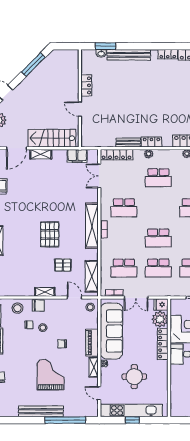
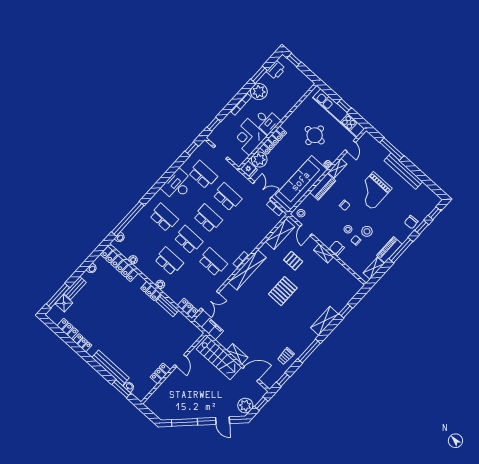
locker: (116, 155) -> (188, 308), width x0.66
school desk: (124, 268) -> (188, 240), moved
stool: (17, 308) -> (367, 231), moved
window: (65, 420) -> (392, 149), width x0.68

